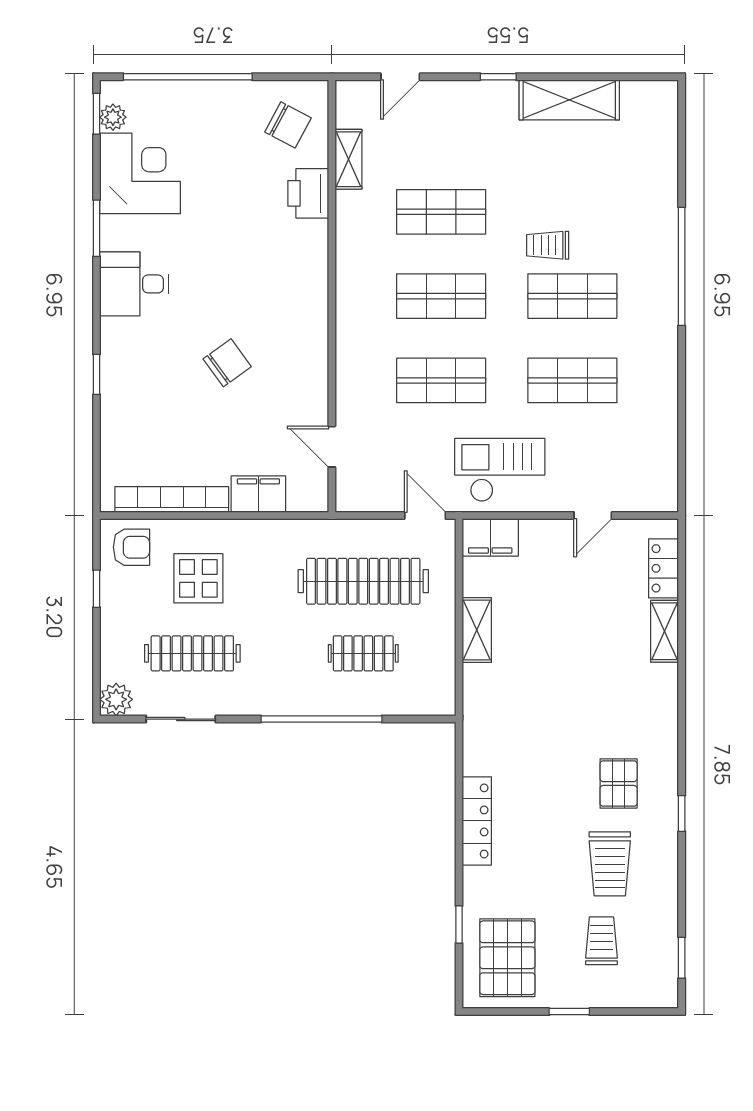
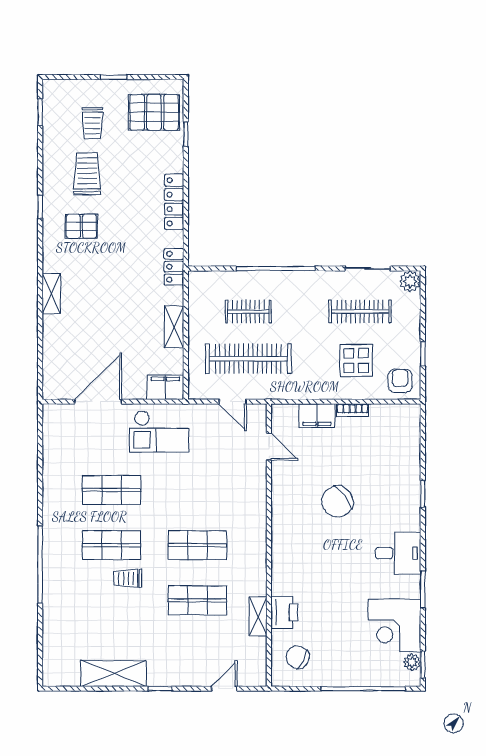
shelving: (348, 159) -> (258, 616), moved
trolley: (548, 245) -> (128, 578), turned 180
chair: (227, 363) -> (337, 502), width x1.37, depth x1.37
shop shelf: (441, 380) -> (197, 490), removed
bookcase: (172, 499) -> (352, 410), width x0.43, depth x0.76
door: (425, 516) -> (233, 402), moved
door: (593, 516) -> (98, 402), width x1.87
armchair: (131, 547) -> (400, 381), turned 90
locker: (664, 568) -> (174, 267), moved, turned 180
shelving: (665, 631) -> (51, 294), moved
pallet: (619, 784) -> (81, 226), turned 90
pallet: (507, 958) -> (154, 112), turned 90

